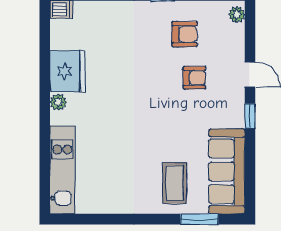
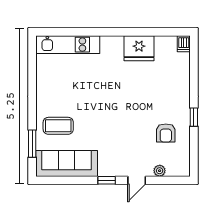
plant: (237, 14) -> (160, 171), moved
armchair: (194, 78) -> (134, 140), removed
plant: (58, 102) -> (117, 42), removed

